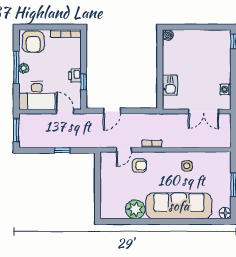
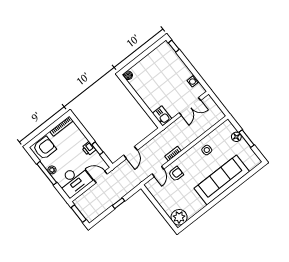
armchair: (33, 42) -> (45, 148), turned -90
kitchen sink: (170, 85) -> (162, 116), moved
plant: (135, 209) -> (179, 217), moved
floor lamp: (225, 213) -> (236, 137), moved

